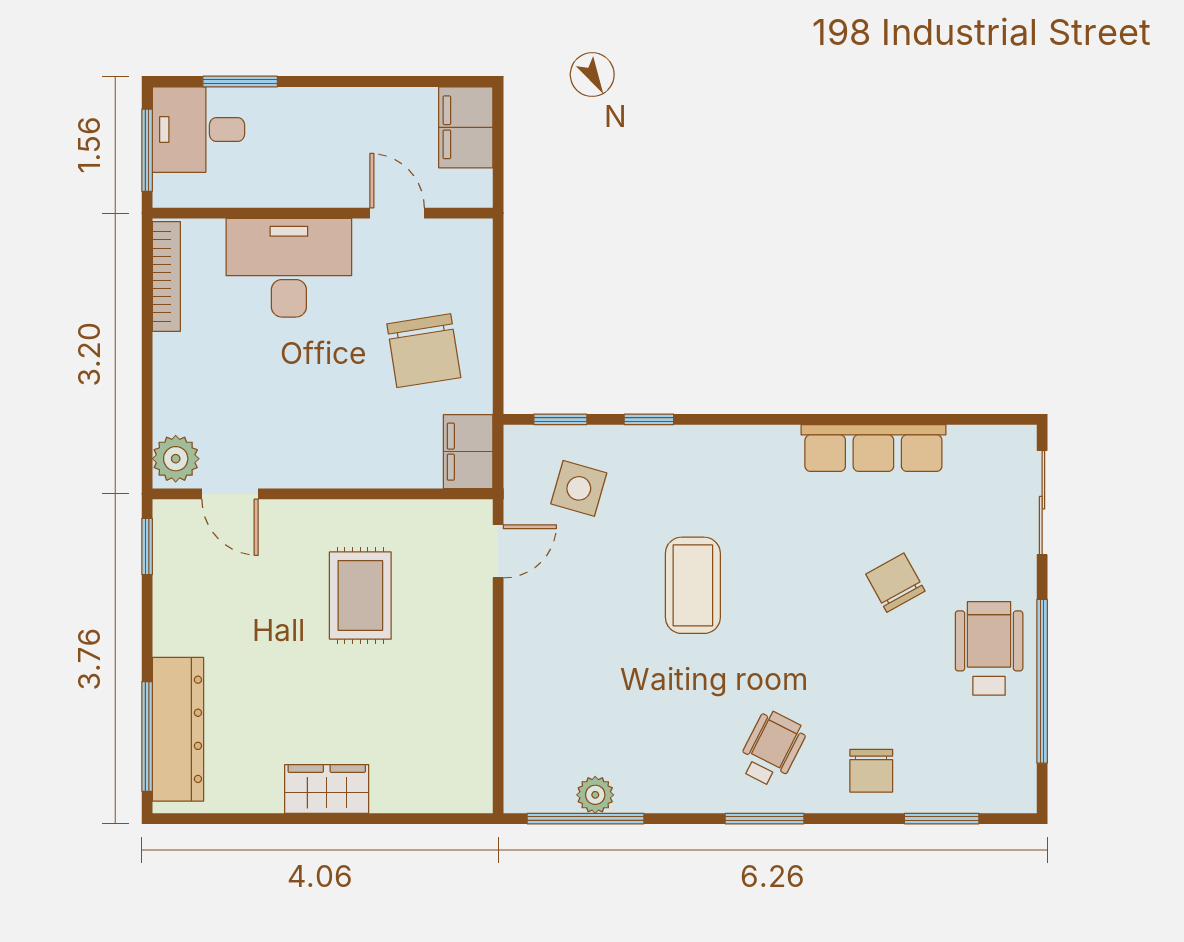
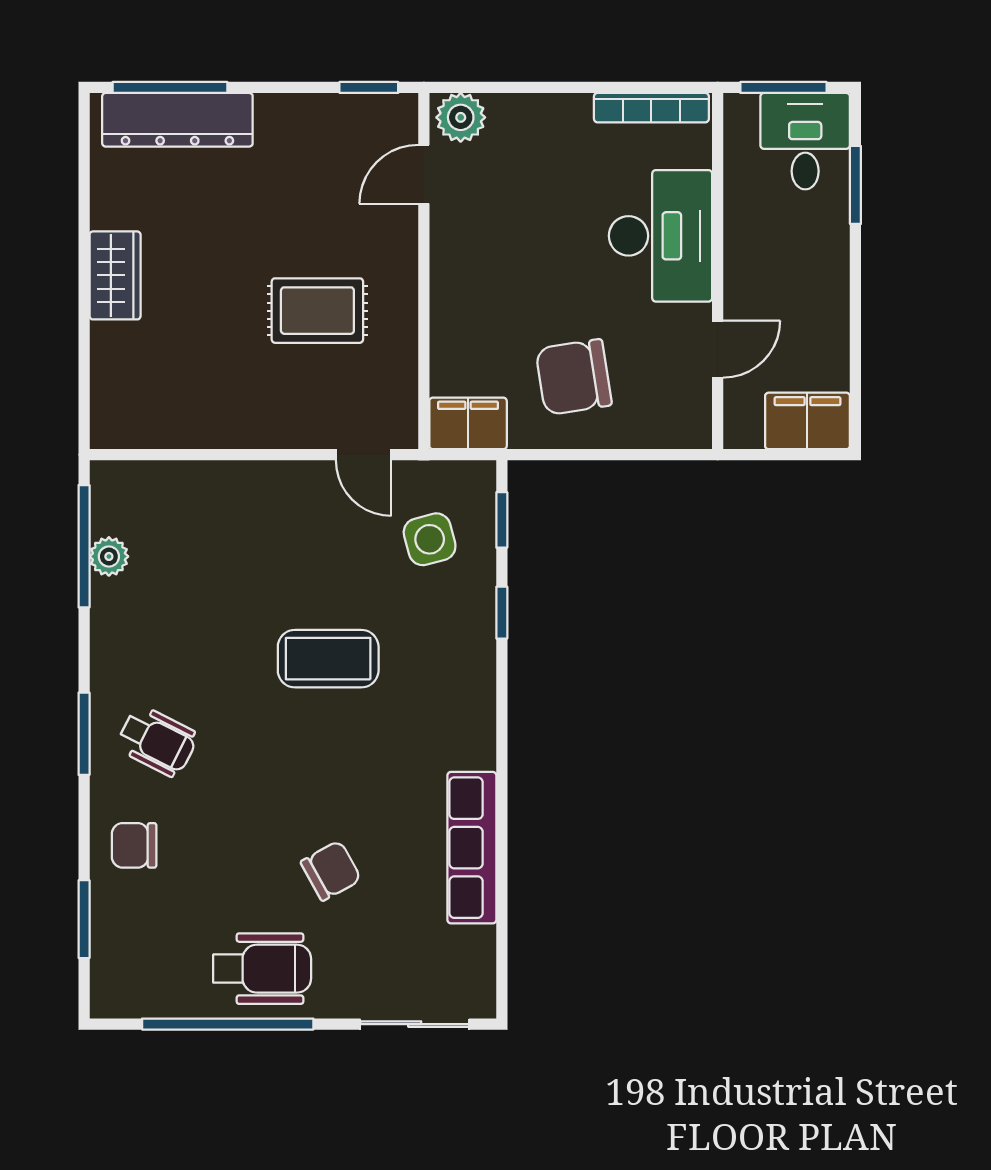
side table: (579, 488) -> (430, 539), turned -31

